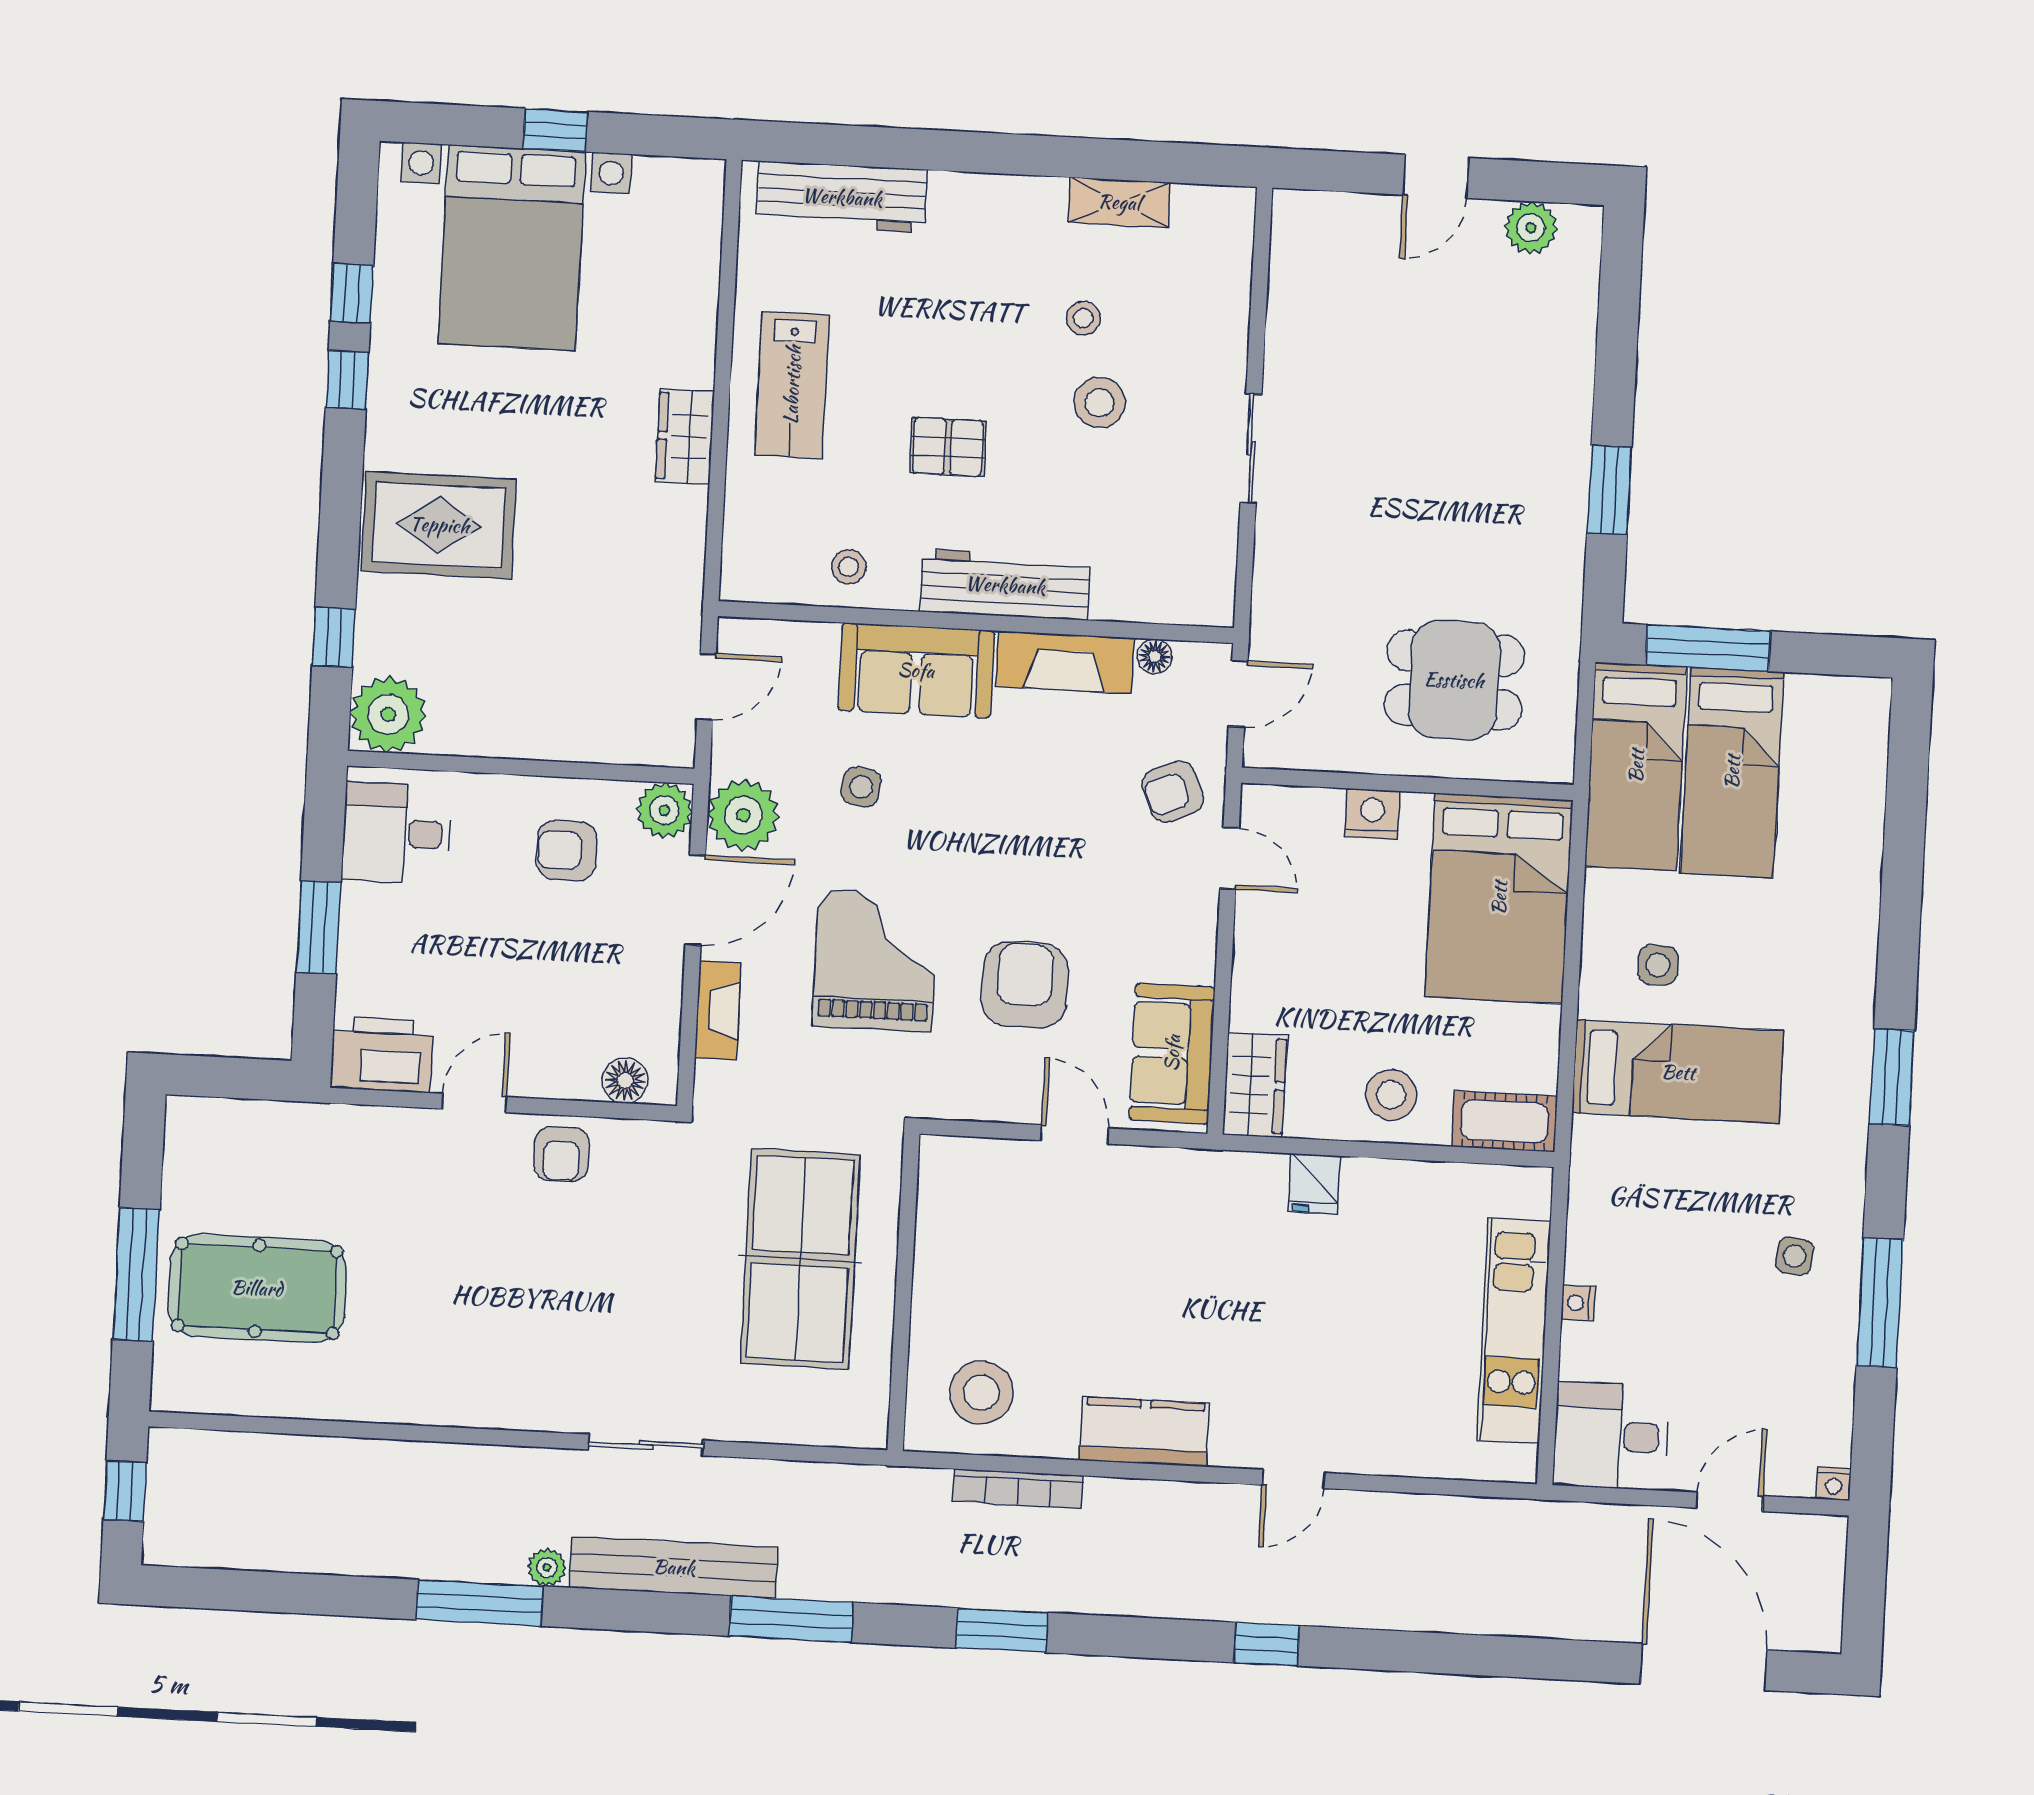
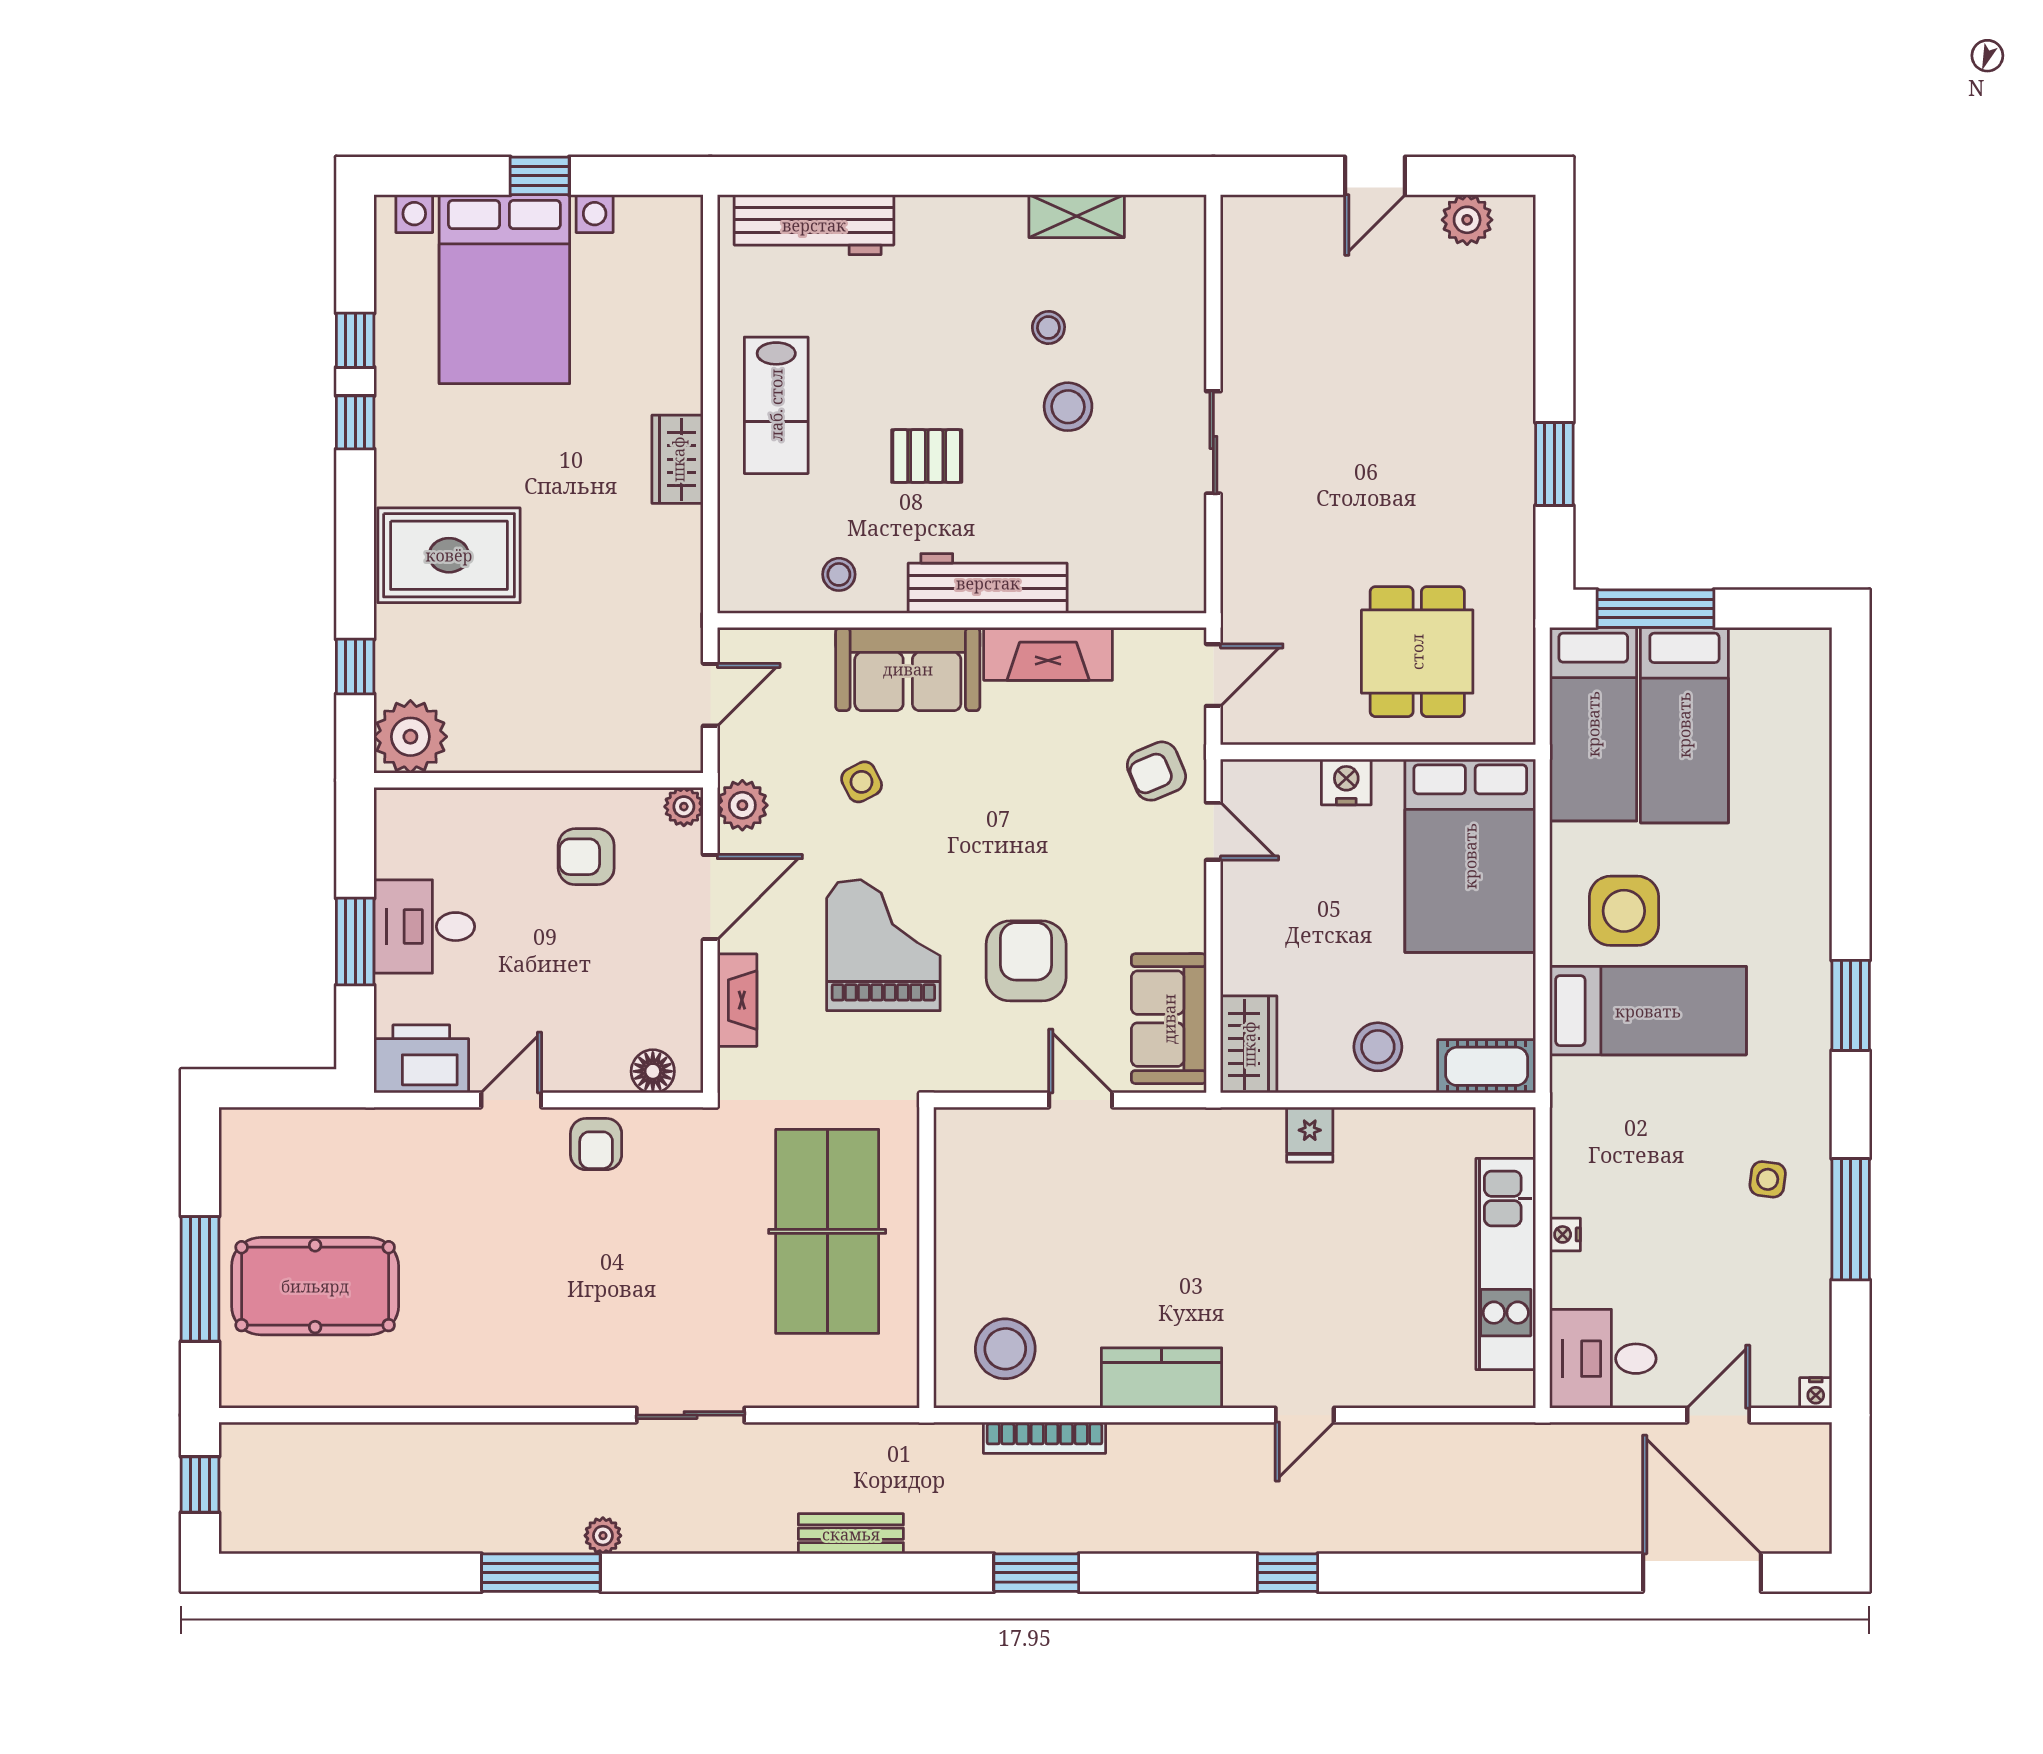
floor lamp: (1155, 656) -> (1133, 644), removed
dining table: (1454, 680) -> (1417, 652), turned 90
side table: (861, 787) -> (862, 782), turned -37
plant: (664, 810) -> (684, 807), width x0.73, depth x0.73
plant: (743, 815) -> (742, 805), width x0.73, depth x0.73
desk: (397, 833) -> (424, 927), moved
side table: (1658, 965) -> (1624, 911), width x1.87, depth x1.87
bench: (674, 1567) -> (851, 1534), moved, width x0.54, depth x0.82
window: (791, 1619) -> (837, 1573), removed

